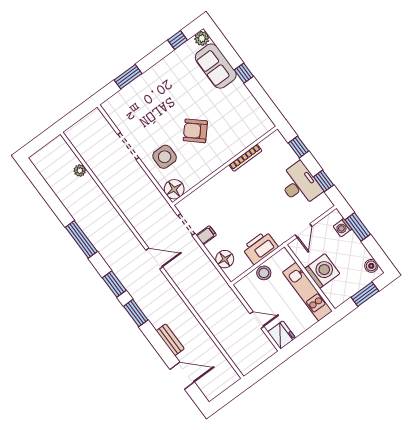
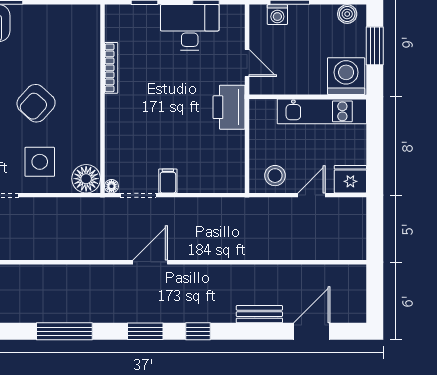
printer: (260, 247) -> (229, 107), moved
floor lamp: (225, 259) -> (111, 186), moved, width x0.53, depth x0.53
washing machine: (322, 271) -> (346, 76), moved
stool: (264, 273) -> (275, 176), moved
window: (136, 313) -> (198, 331), width x0.67

